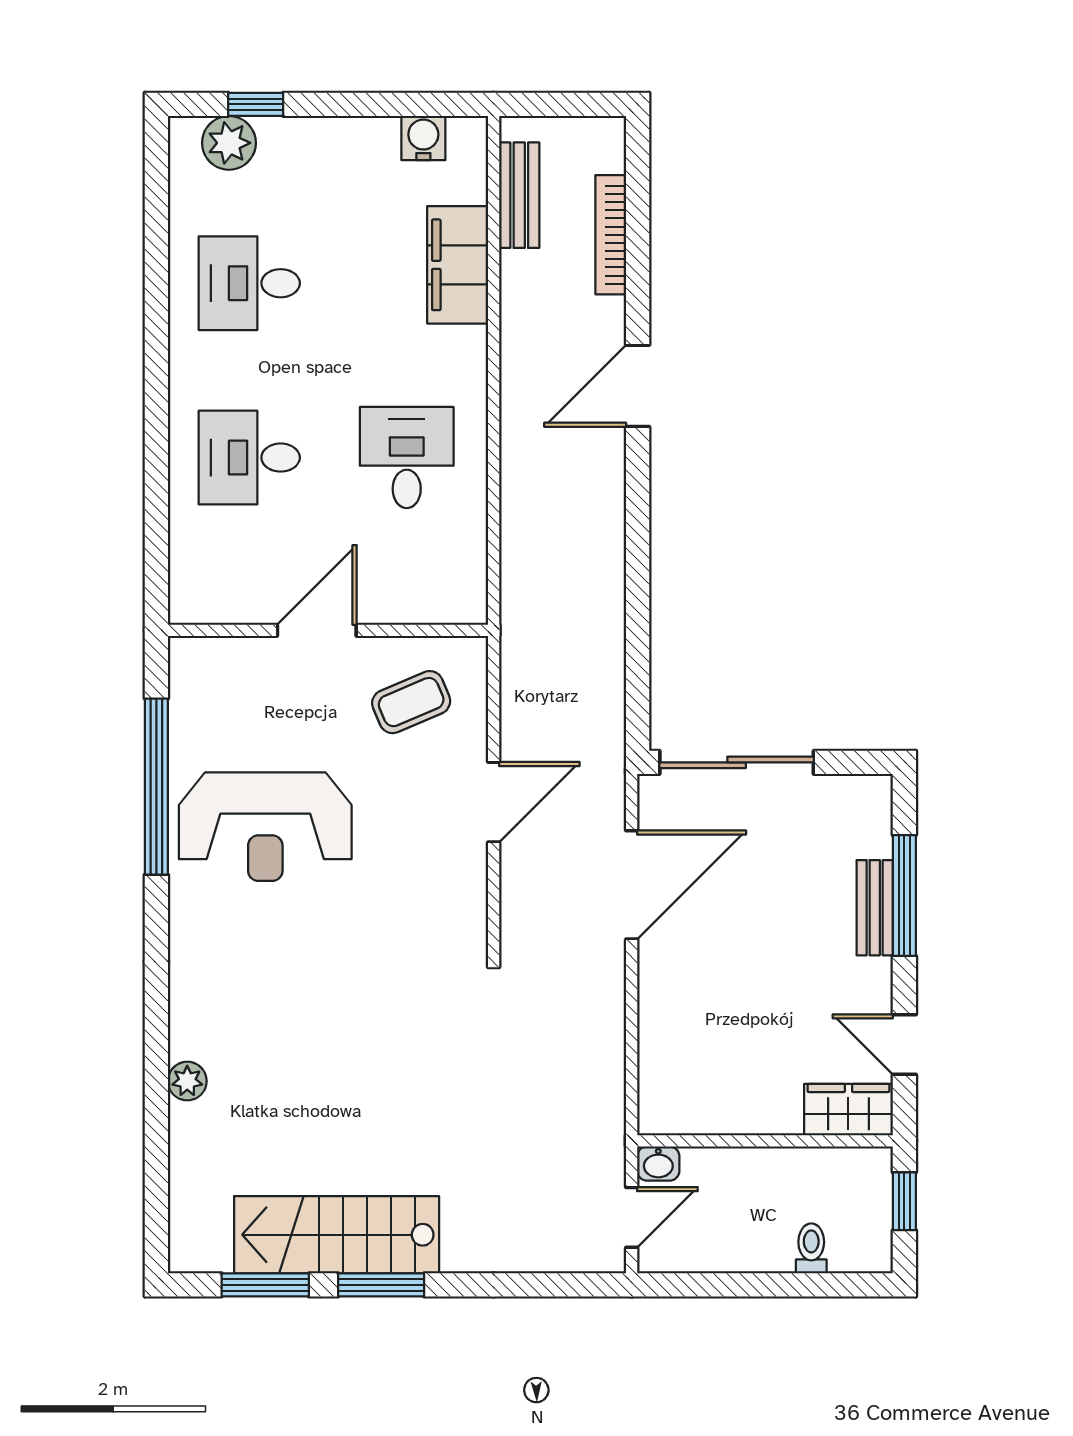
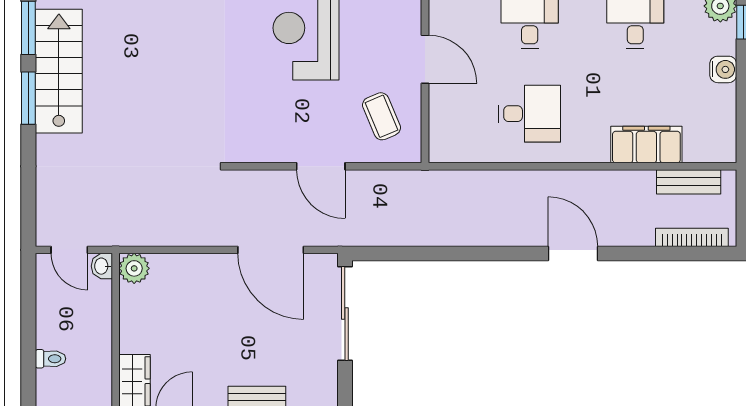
water cooler: (423, 138) -> (723, 69), moved
bookcase: (611, 235) -> (692, 237), moved
plant: (662, 1110) -> (134, 268), added

